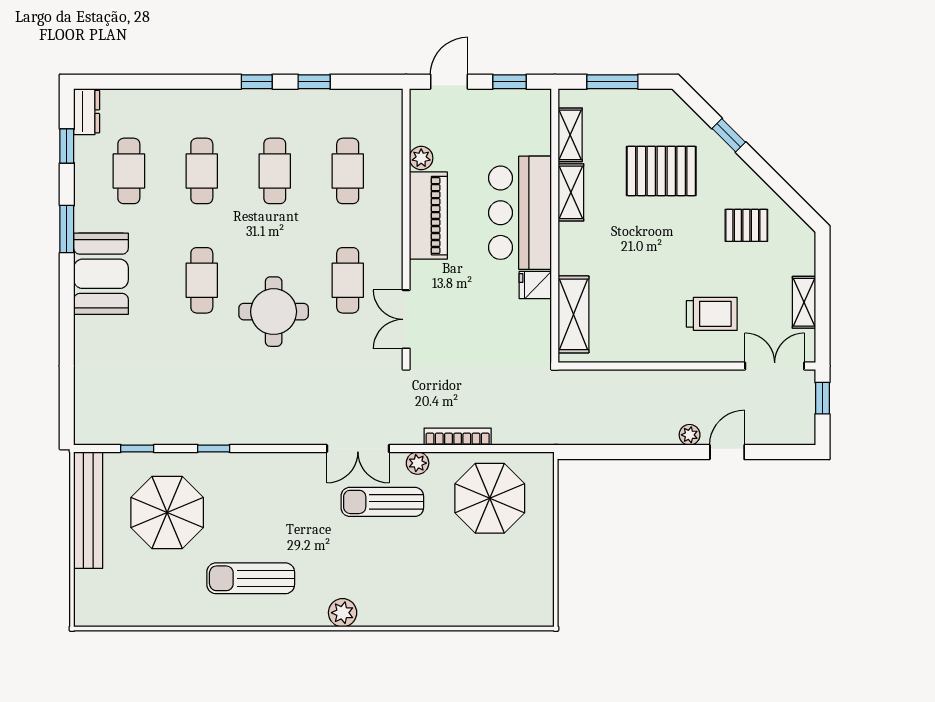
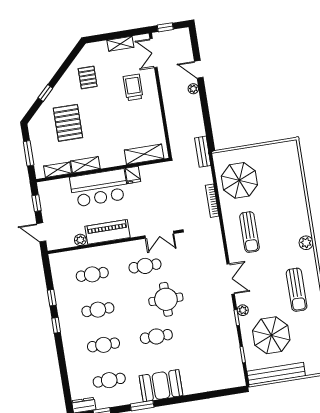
bench: (559, 434) -> (203, 152), added
double door: (358, 449) -> (231, 279), moved
plant: (418, 463) -> (243, 310), moved

